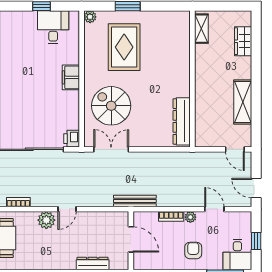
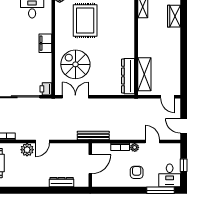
shelving: (243, 102) -> (144, 74), moved
door: (131, 239) -> (90, 164), hinge flipped

